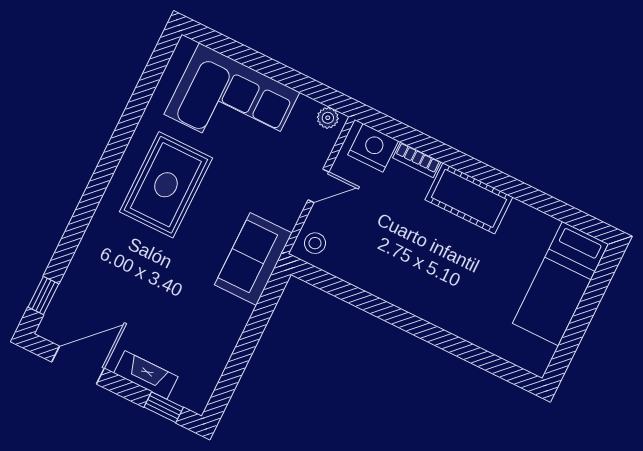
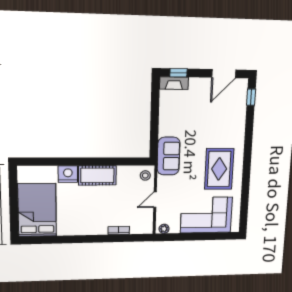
nightstand: (373, 148) -> (68, 174), moved, turned 180
cot: (469, 198) -> (97, 175), moved
bed: (560, 284) -> (37, 210), width x1.50
fireplace: (146, 375) -> (174, 83), moved

